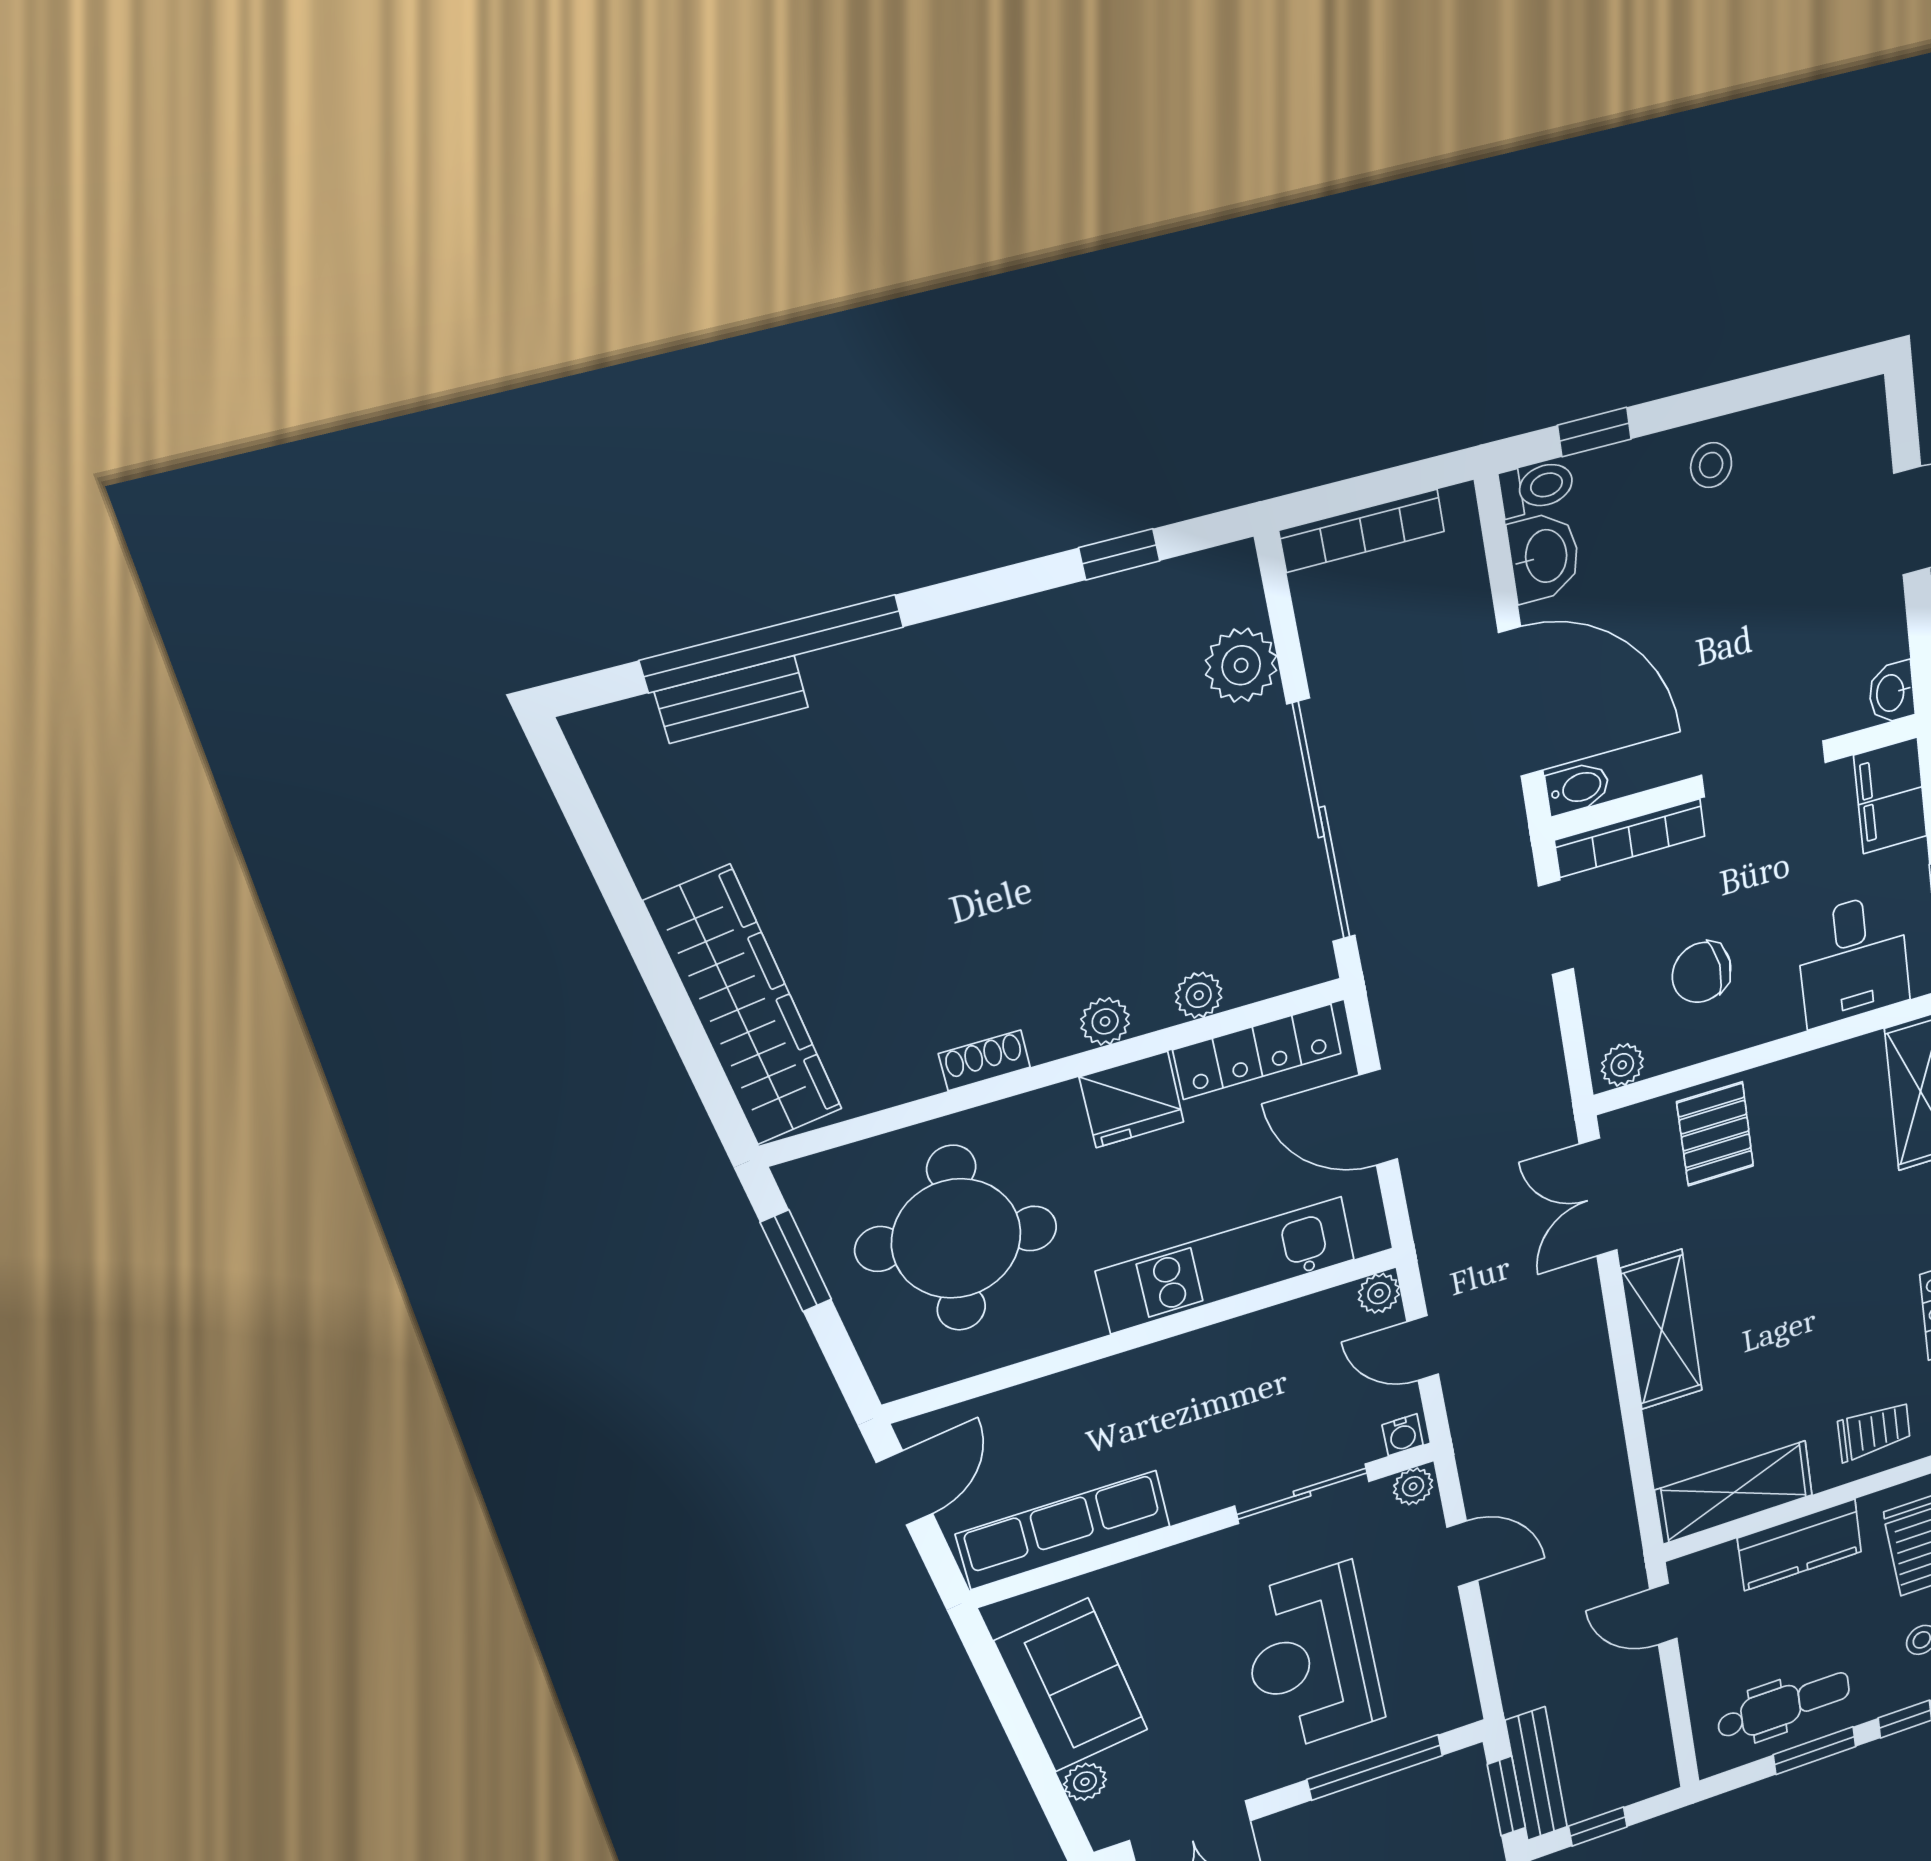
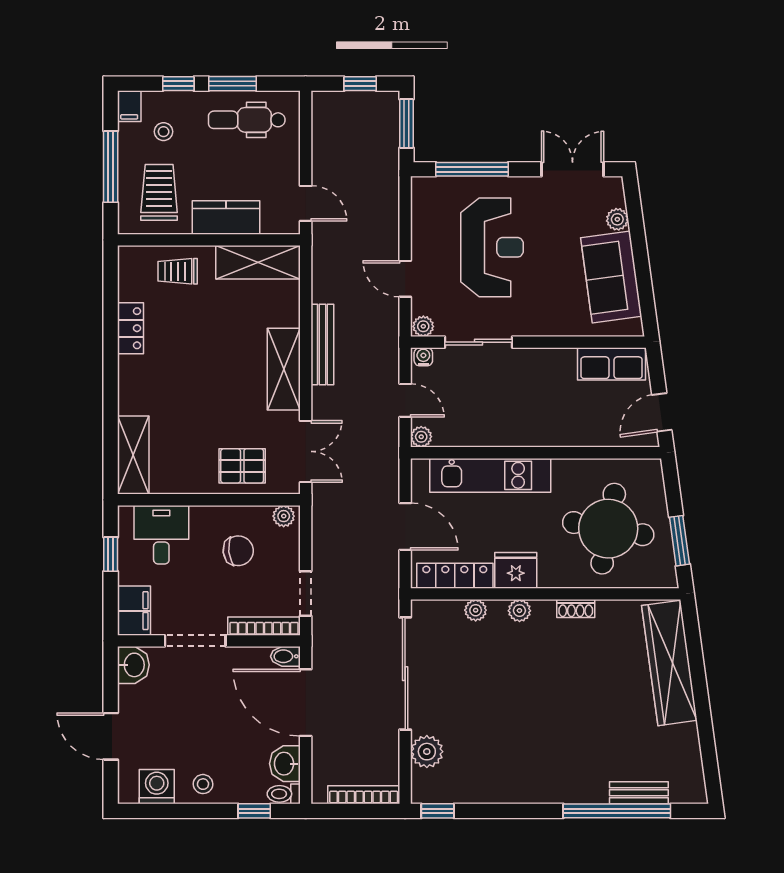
washing machine: (1807, 434) -> (157, 787), added
window: (1119, 554) -> (438, 811), moved
washbasin: (1892, 693) -> (133, 665), width x1.38, depth x1.45
pallet: (1715, 1134) -> (242, 466), turned 90
row of seats: (1064, 1530) -> (612, 364), width x0.68
bench: (1536, 1774) -> (322, 344), moved

